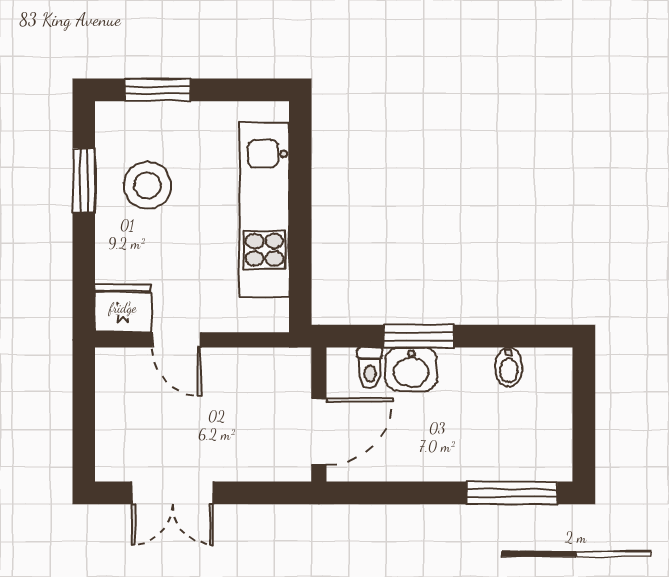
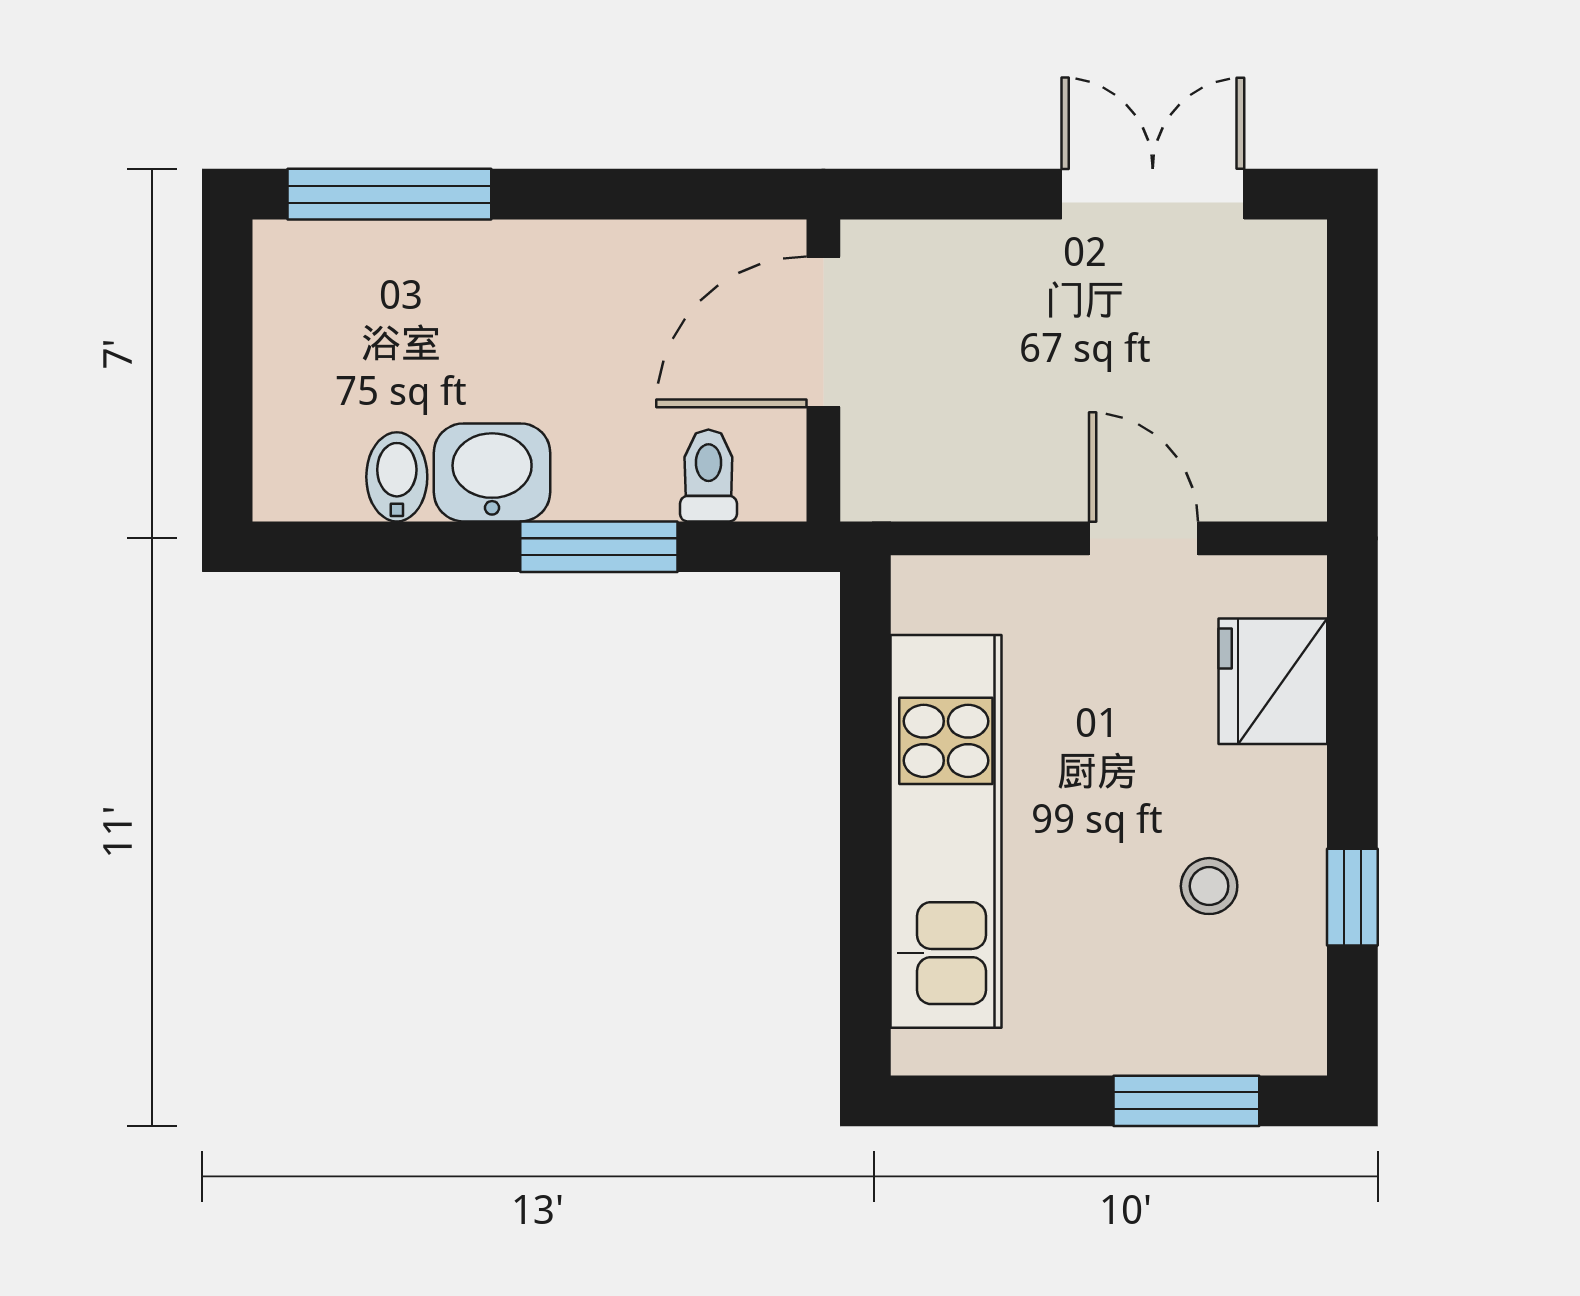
window: (84, 180) -> (1352, 897), width x0.67
stool: (147, 185) -> (1209, 886), width x0.53, depth x0.53
fridge: (123, 308) -> (1273, 681), moved, turned 90
washbasin: (411, 369) -> (492, 472), moved

